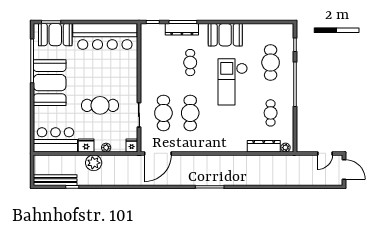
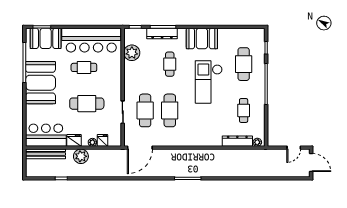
plant: (149, 50) -> (132, 53), added
cafe table: (97, 66) -> (84, 67), added
fridge: (132, 146) -> (102, 140), moved
bench: (55, 180) -> (46, 154), moved

